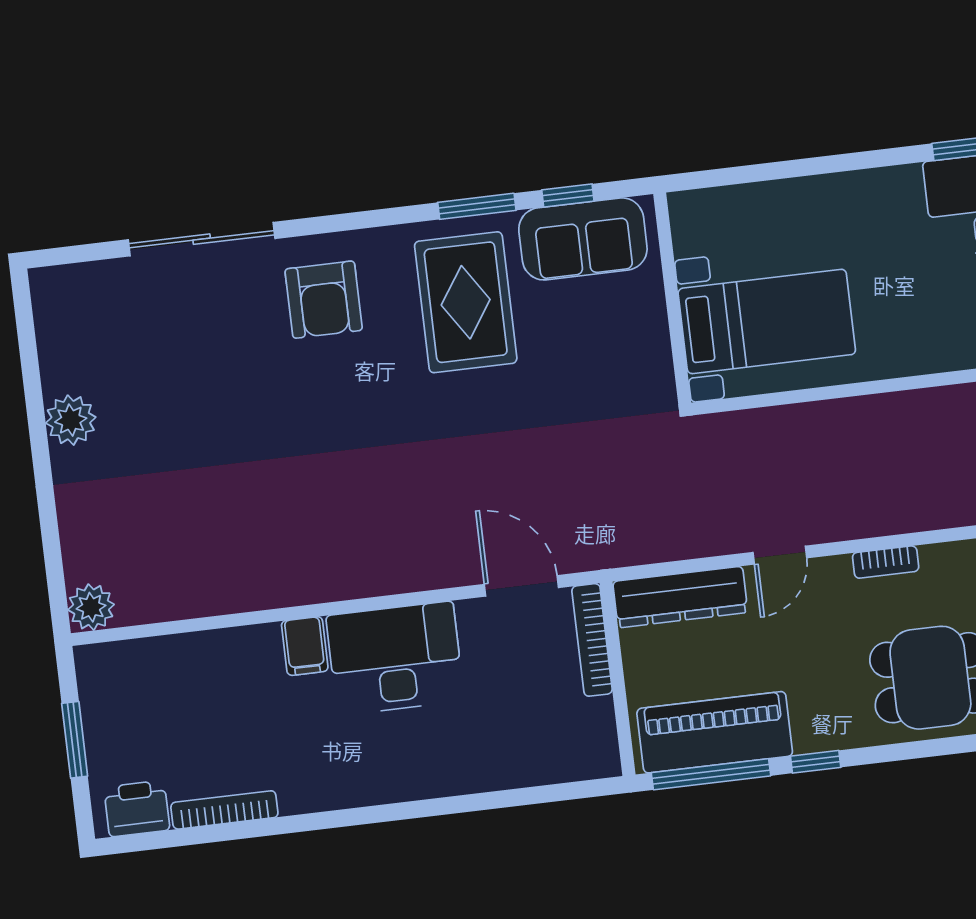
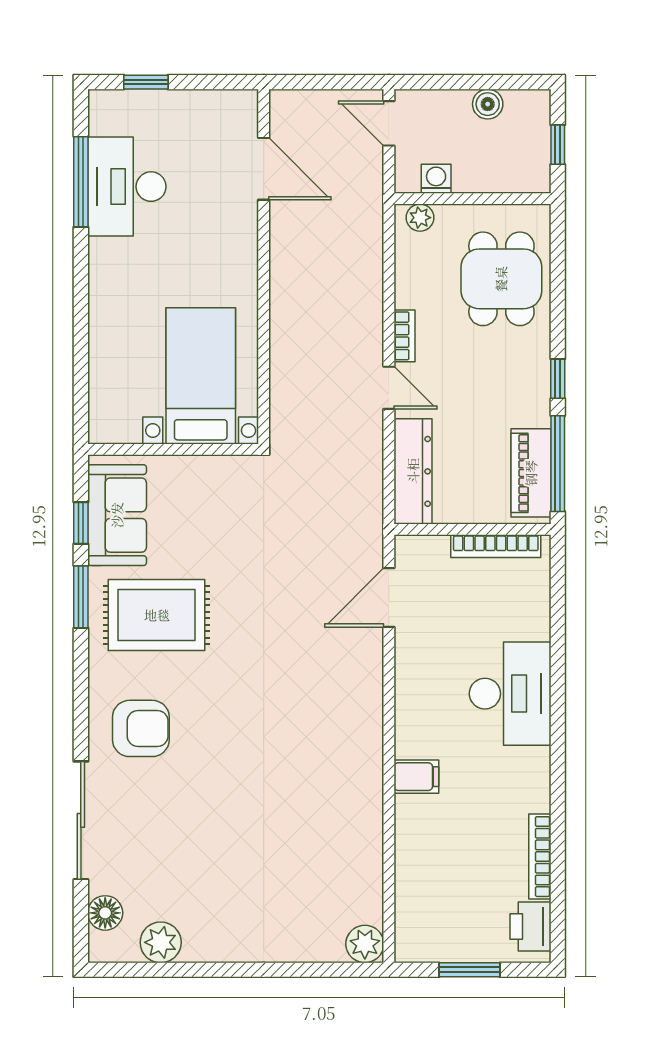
floor lamp: (91, 283) -> (105, 913), added
plant: (71, 420) -> (161, 942), moved
bookcase: (886, 562) -> (405, 336), moved
bookcase: (592, 640) -> (496, 546), moved
desk: (395, 658) -> (510, 694), moved, turned 180
piano: (715, 732) -> (531, 473), width x0.73, depth x0.75

